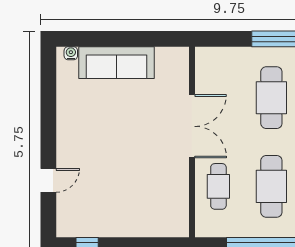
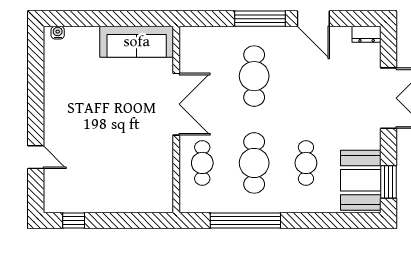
sofa: (117, 63) -> (137, 42), moved
door: (48, 180) -> (36, 157), hinge flipped

